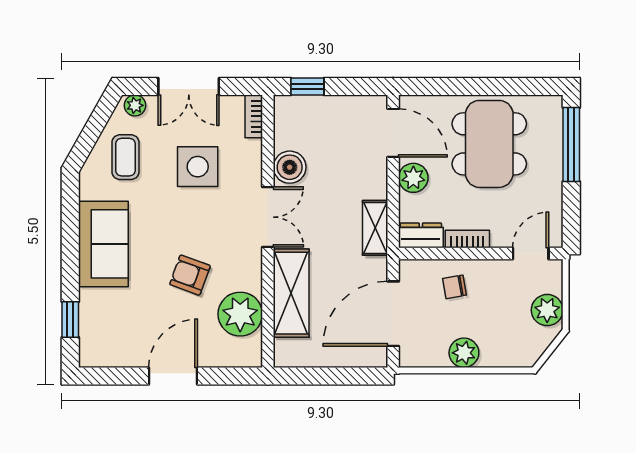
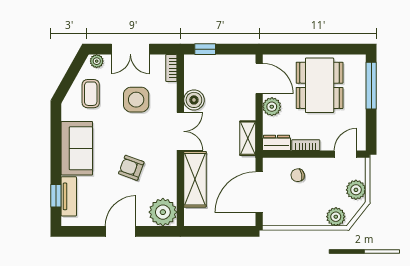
plant: (240, 314) -> (163, 212), moved
tv unit: (91, 320) -> (69, 196), added
plant: (464, 353) -> (336, 217), moved

